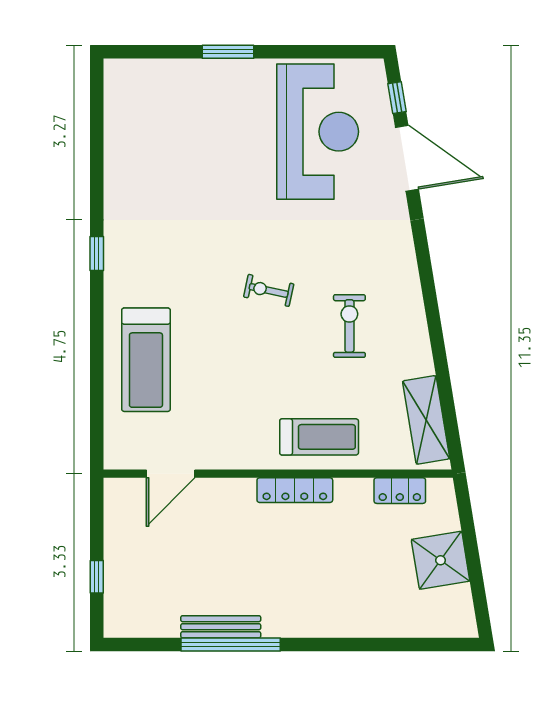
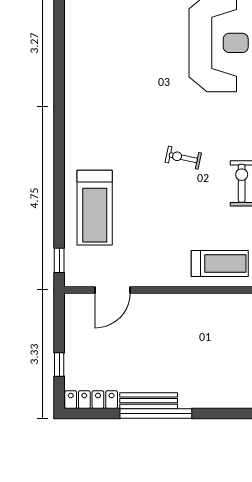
window: (97, 253) -> (59, 260), moved
locker: (295, 490) -> (91, 400), moved, turned 180

